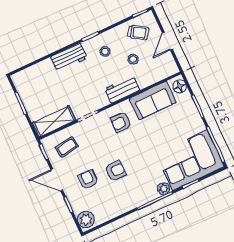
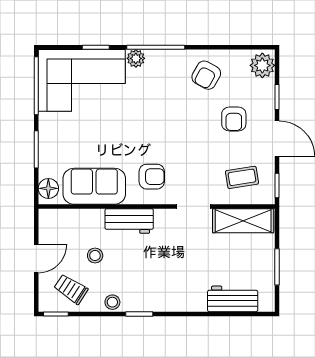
stool: (105, 51) -> (112, 302), moved
workbench: (69, 57) -> (233, 299), moved
armchair: (116, 171) -> (206, 75), moved, turned -61

